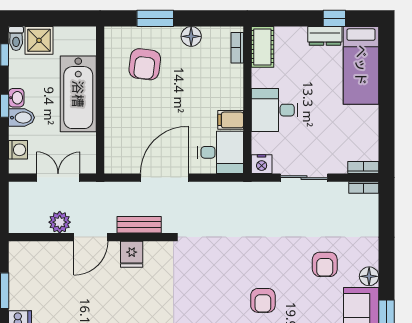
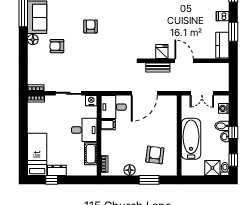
cot: (262, 47) -> (91, 154), moved
plant: (60, 222) -> (201, 69), removed
door: (91, 237) -> (184, 61), hinge flipped
armchair: (325, 264) -> (57, 46), turned -90
kitchen counter: (21, 266) -> (222, 45), added

